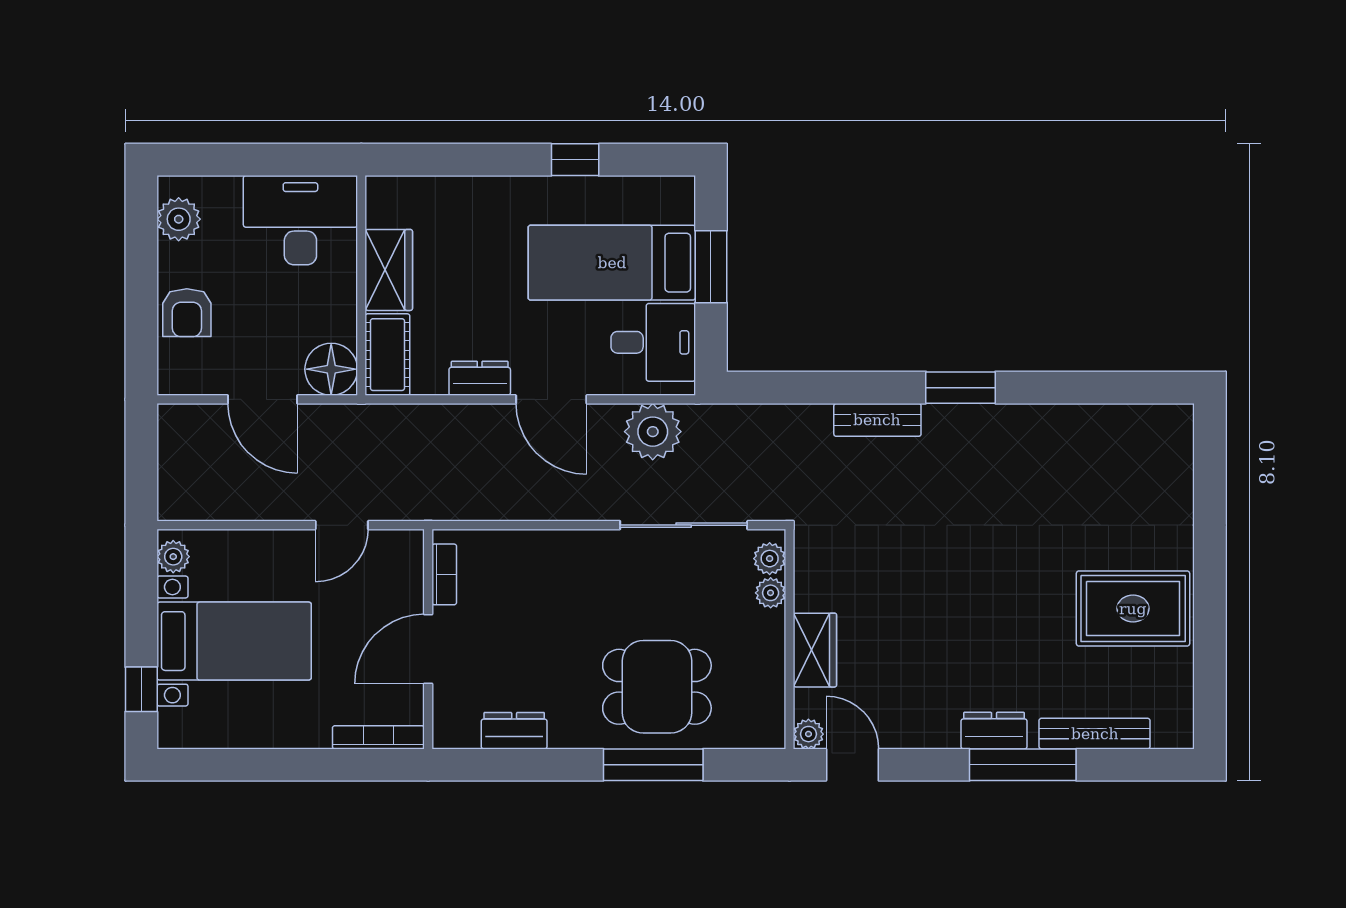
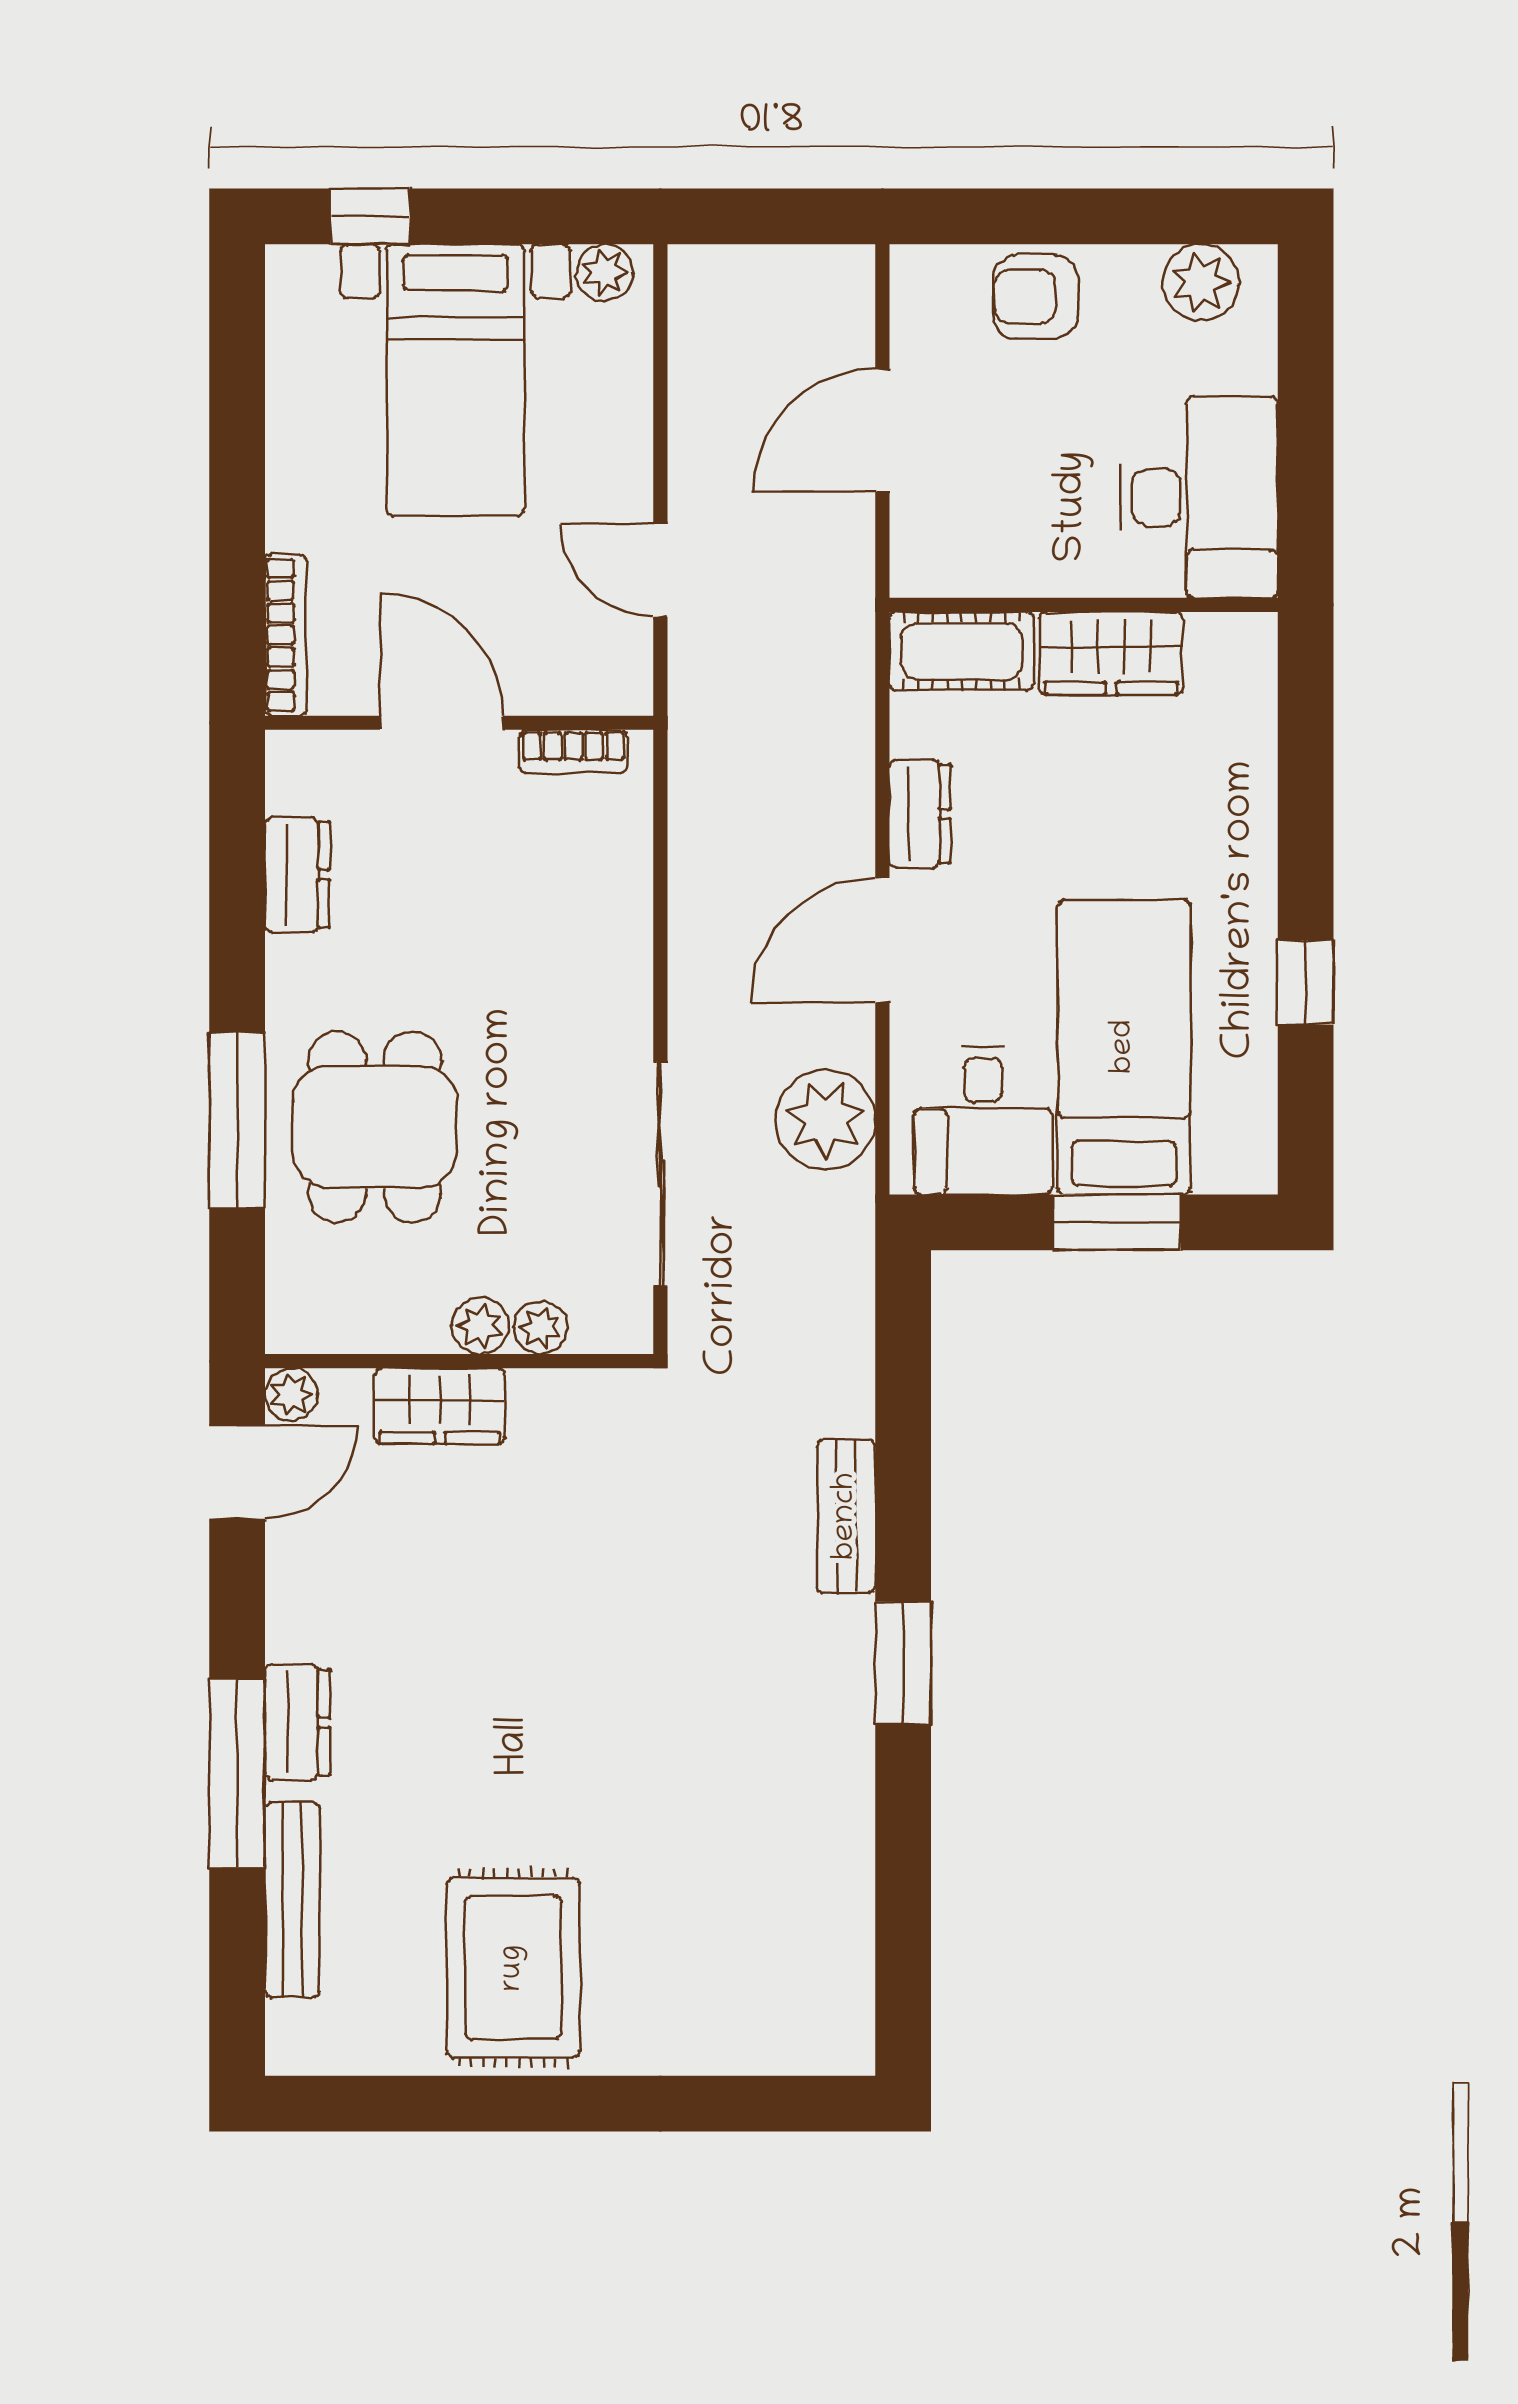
floor lamp: (331, 369) -> (936, 552), removed
plant: (770, 559) -> (480, 1326), moved

